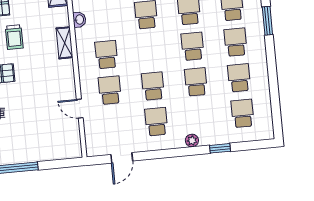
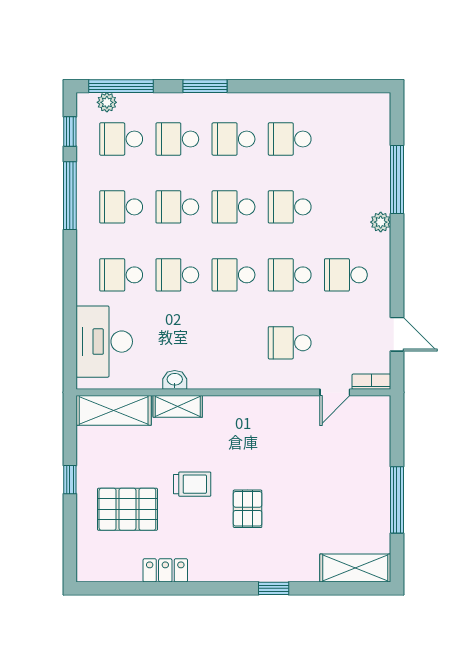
shelving: (65, 43) -> (178, 406), moved
school desk: (106, 55) -> (233, 275), moved
door: (80, 109) -> (335, 392), moved
school desk: (242, 113) -> (346, 139), removed
bookcase: (90, 144) -> (371, 382), added
window: (220, 148) -> (397, 179), width x2.17

